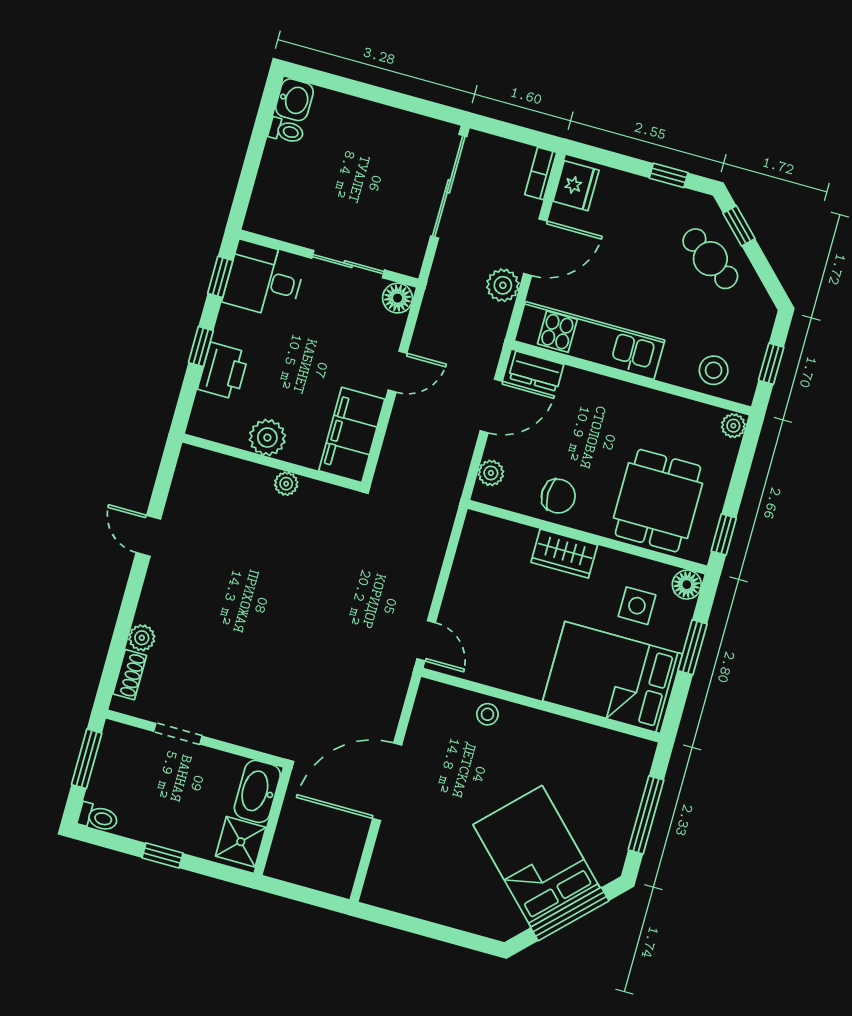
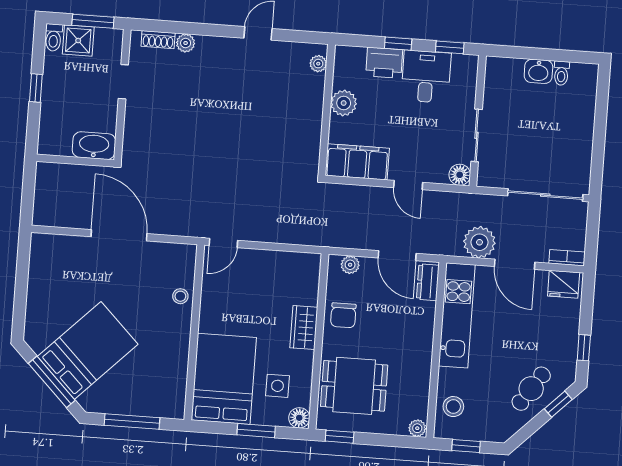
washbasin: (294, 100) -> (538, 71), moved
desk: (264, 280) -> (426, 77), moved
plant: (503, 285) -> (479, 242), width x1.36, depth x1.36
plant: (286, 484) -> (318, 64), moved
shower: (241, 842) -> (78, 41), moved

